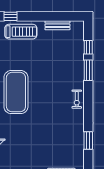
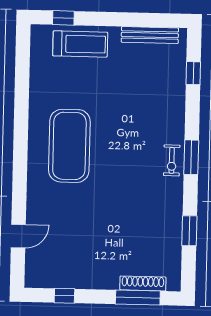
bench: (57, 25) -> (150, 35), width x1.36
window: (88, 70) -> (191, 157), moved

